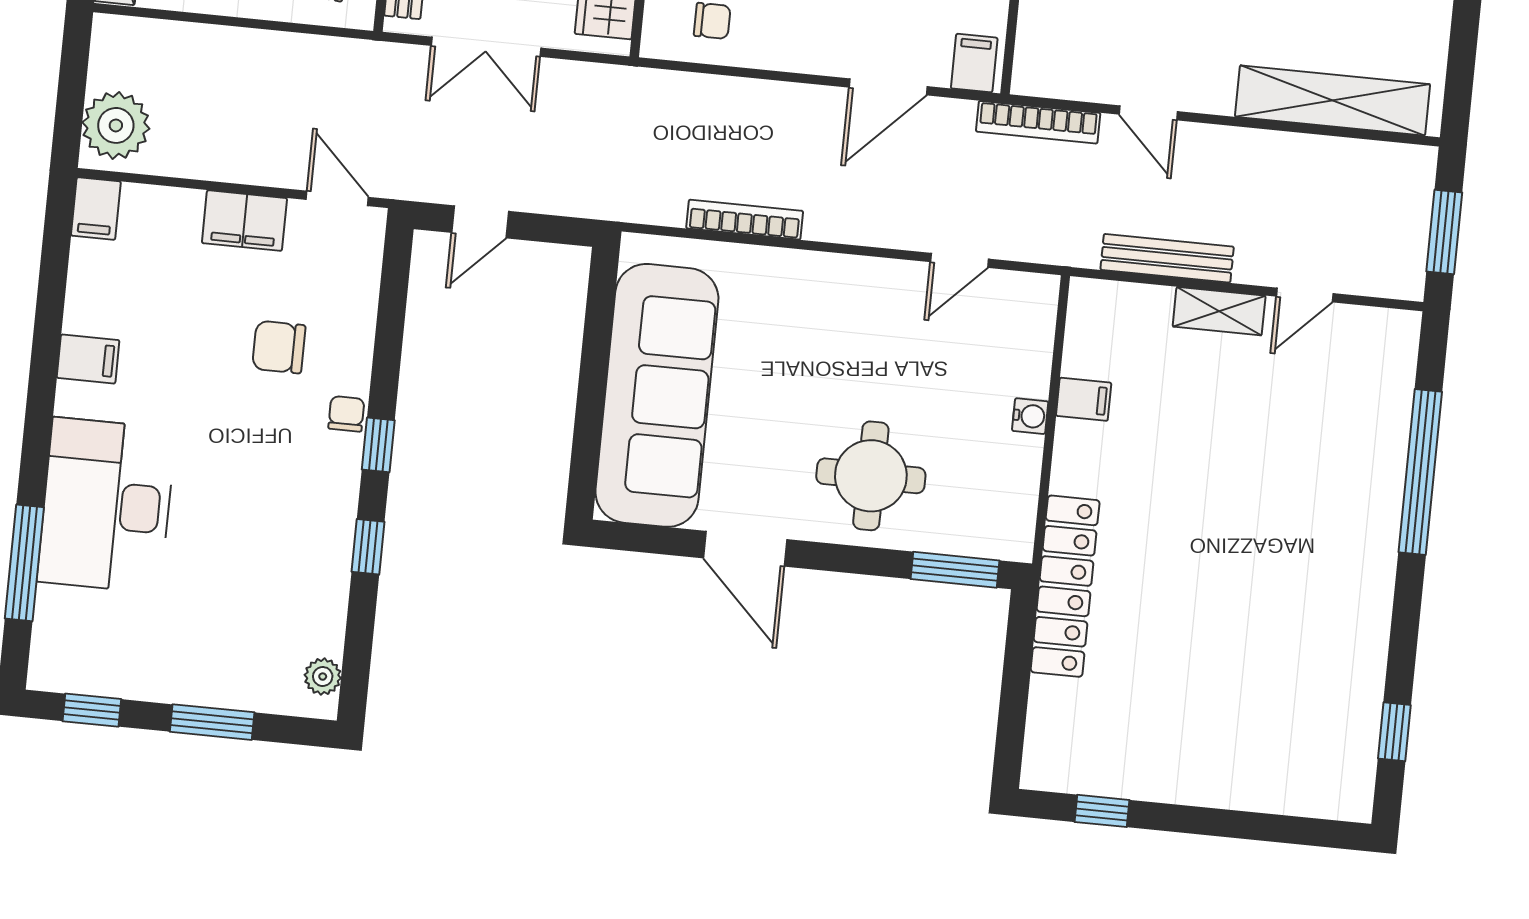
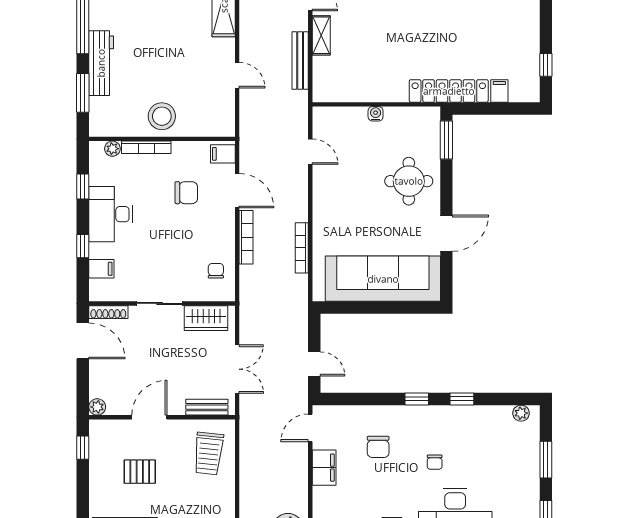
door: (1148, 113) -> (237, 75), hinge flipped
bookcase: (1038, 122) -> (246, 237), moved
filing cabinet: (1084, 399) -> (499, 91), moved
chair: (346, 414) -> (435, 462), moved, turned -90

